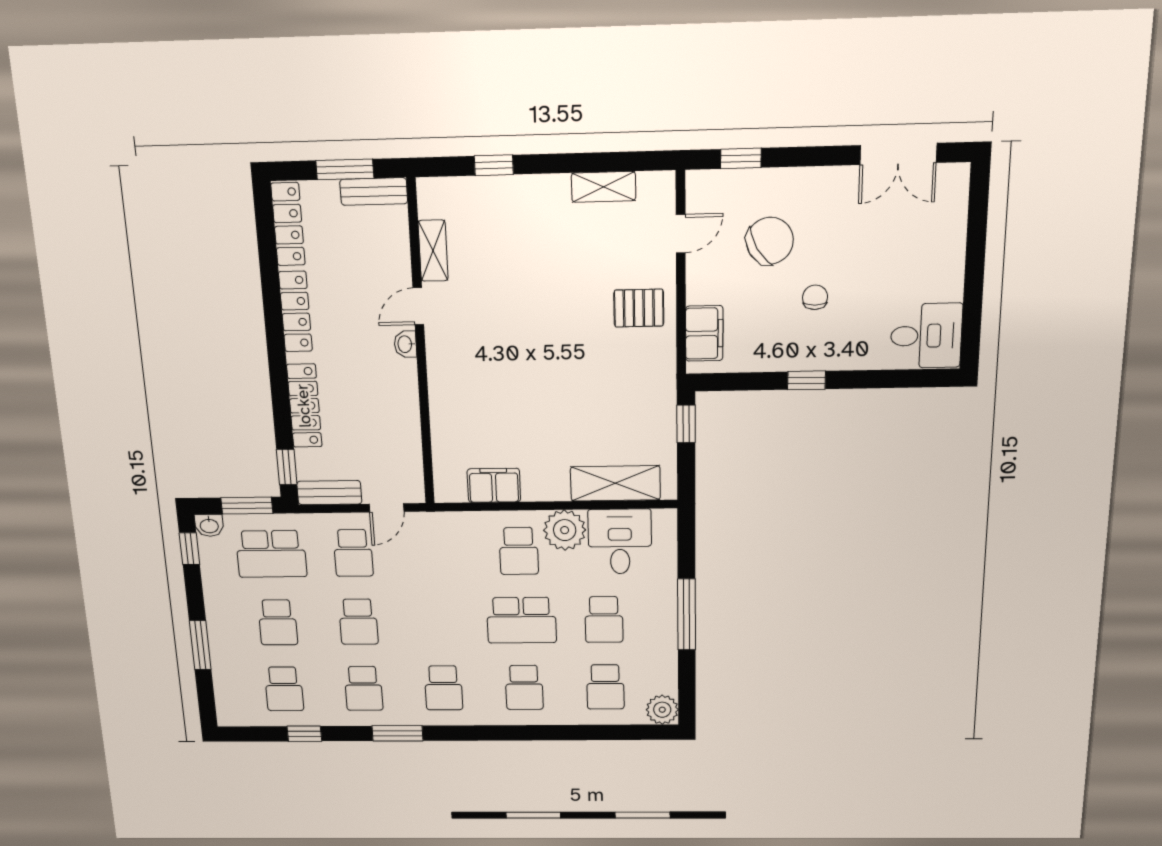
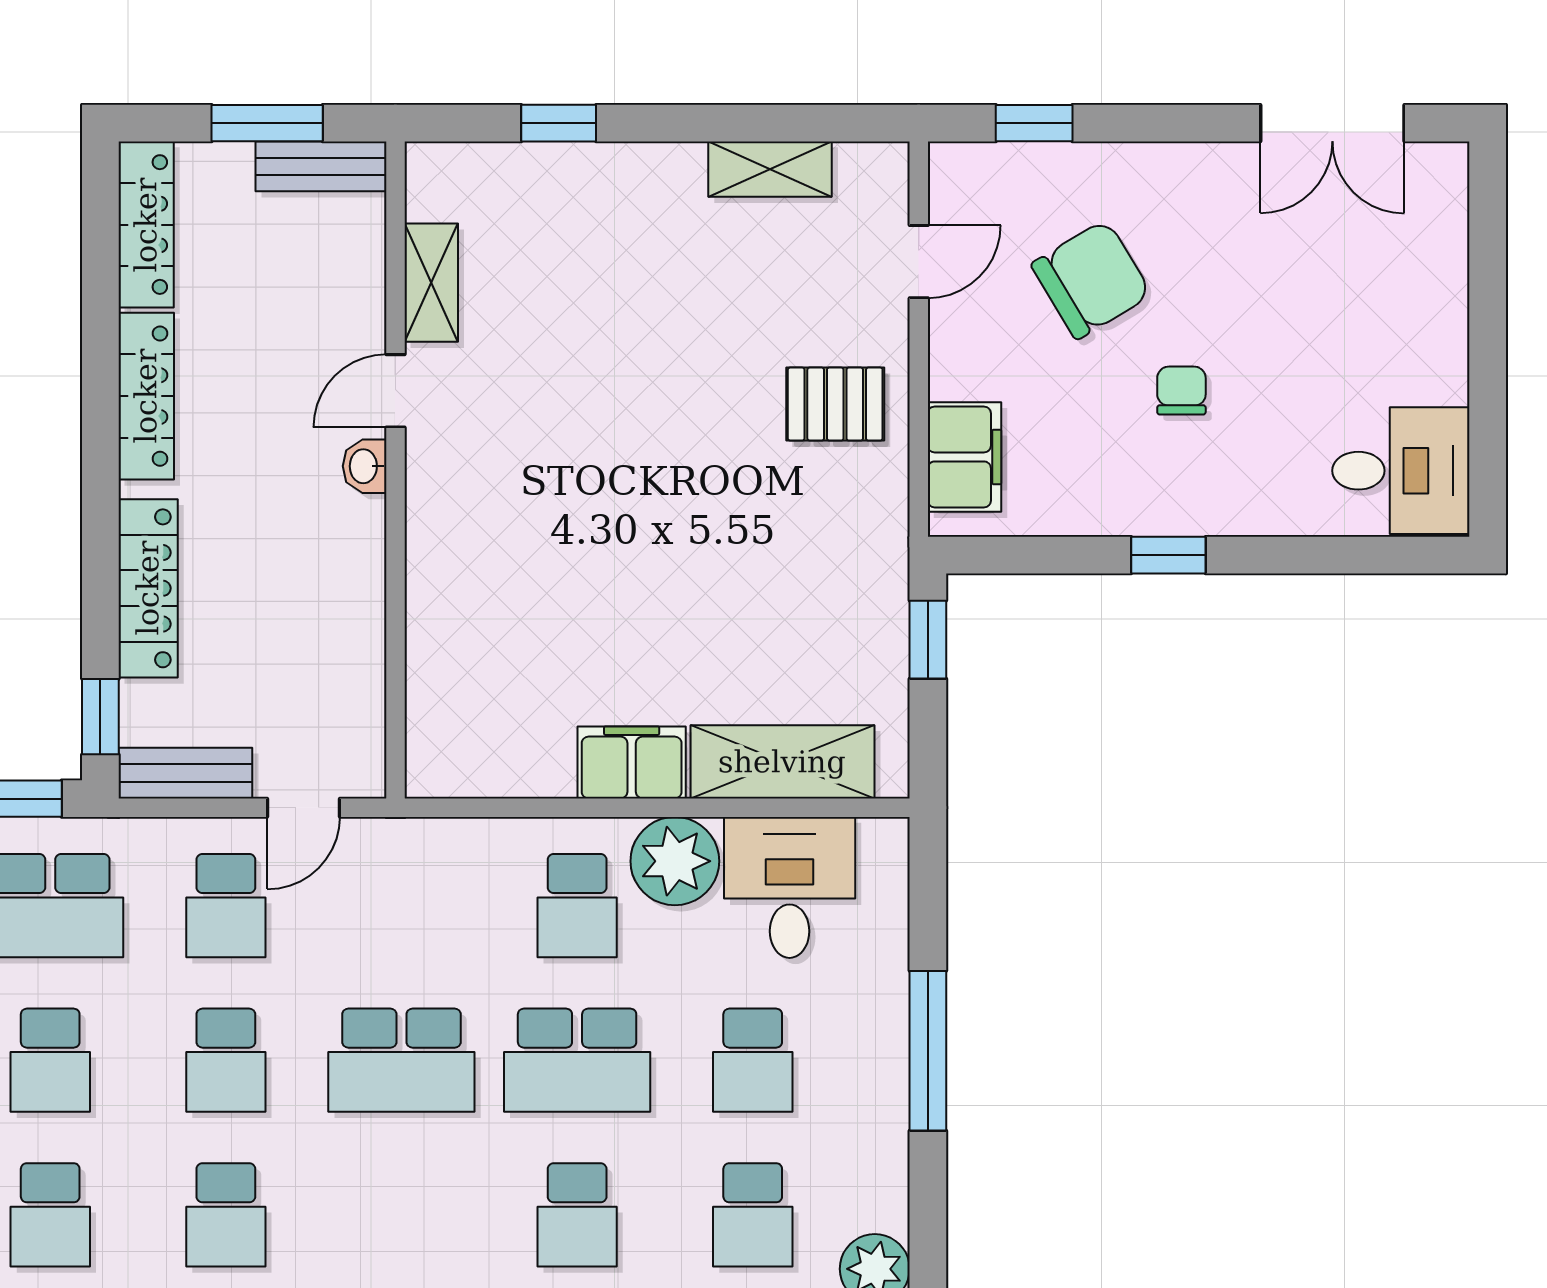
filing cabinet: (494, 485) -> (632, 762), moved
school desk: (444, 688) -> (401, 1060), moved, width x1.85

